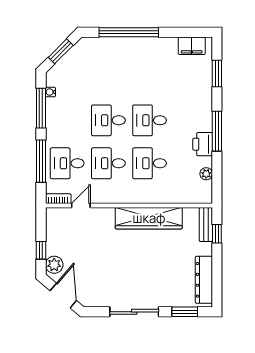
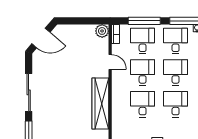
desk: (67, 120) -> (176, 41), added
door: (81, 206) -> (110, 62), moved
window: (41, 250) -> (76, 21), removed
plant: (54, 265) -> (102, 31), moved

